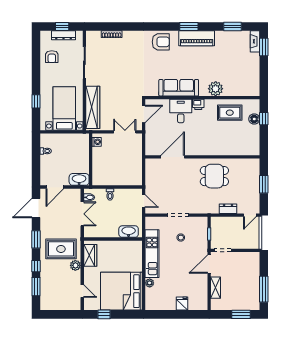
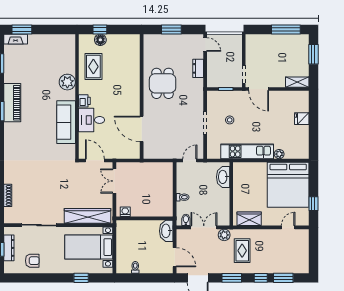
armchair: (161, 42) -> (16, 142), removed
rug: (61, 249) -> (242, 251), width x0.73, depth x0.70
plant: (75, 265) -> (224, 235), moved
shelving: (215, 288) -> (297, 82), moved

